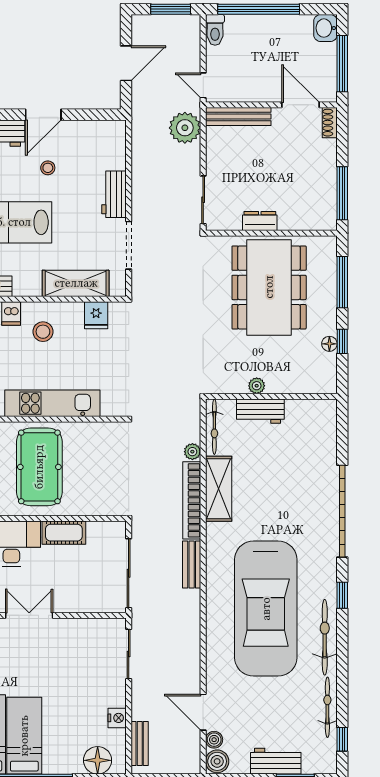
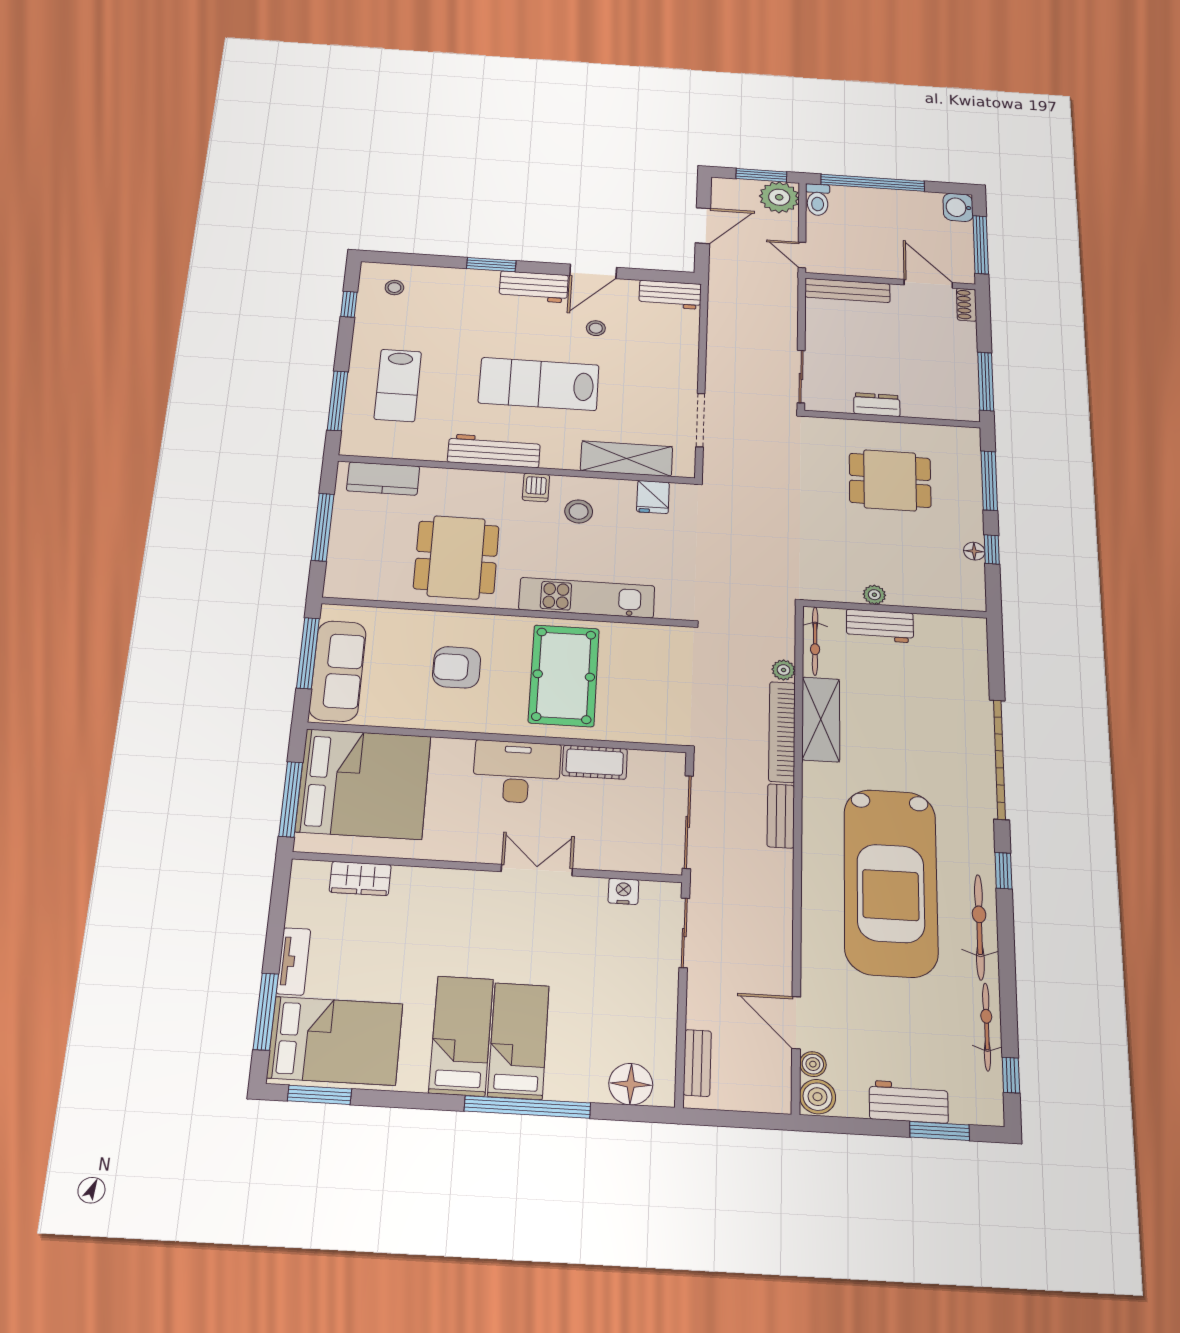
plant: (185, 128) -> (779, 197), moved
workbench: (114, 194) -> (670, 295), moved, turned -90
dining table: (269, 287) -> (890, 480), width x0.53, depth x0.80
nightstand: (117, 718) -> (623, 891), moved, turned -90

